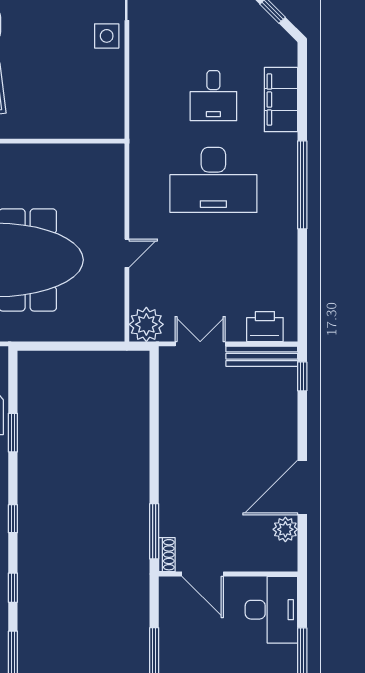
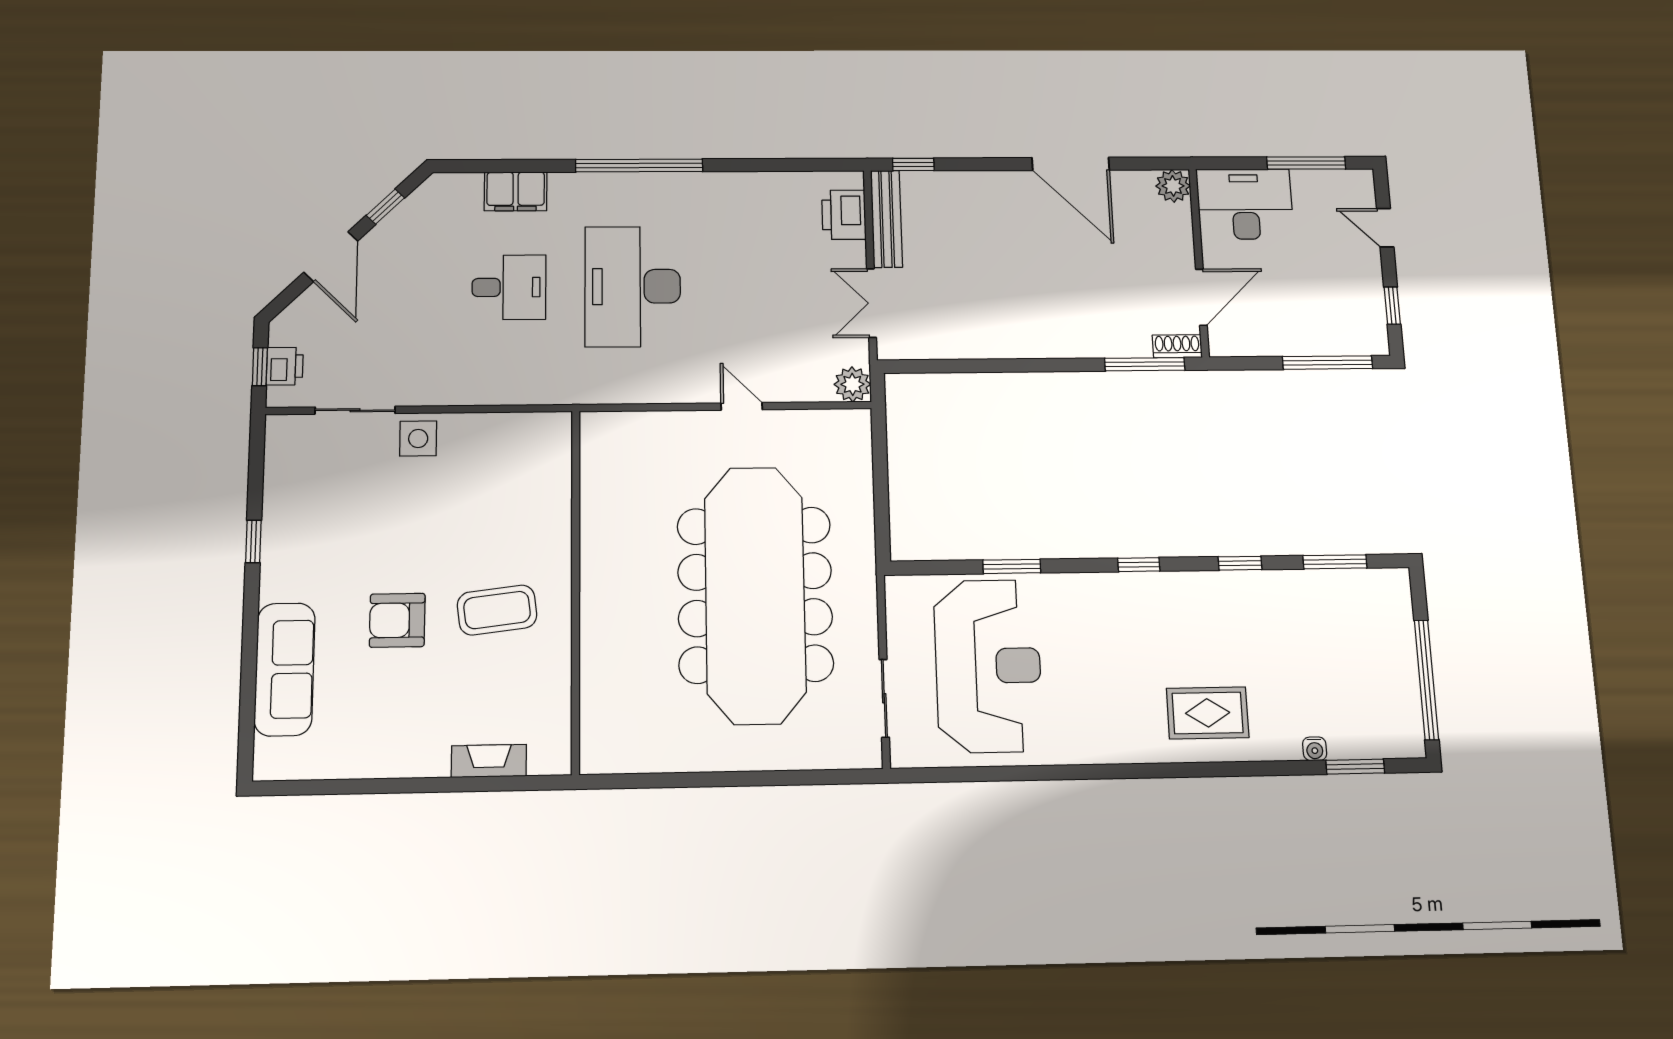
filing cabinet: (281, 100) -> (516, 191), width x0.67, depth x0.86
desk: (213, 180) -> (633, 286), turned 180
plant: (146, 324) -> (852, 384), width x0.73, depth x0.73
plant: (285, 529) -> (1173, 186), moved

